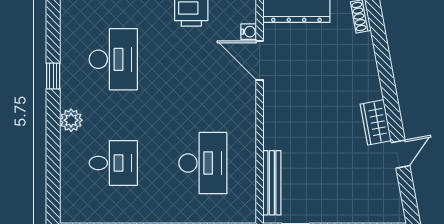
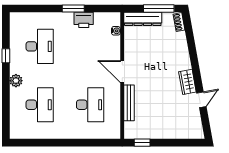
door: (260, 60) -> (122, 72), moved
desk: (113, 163) -> (40, 105), width x1.37
bench: (272, 183) -> (129, 103), moved

